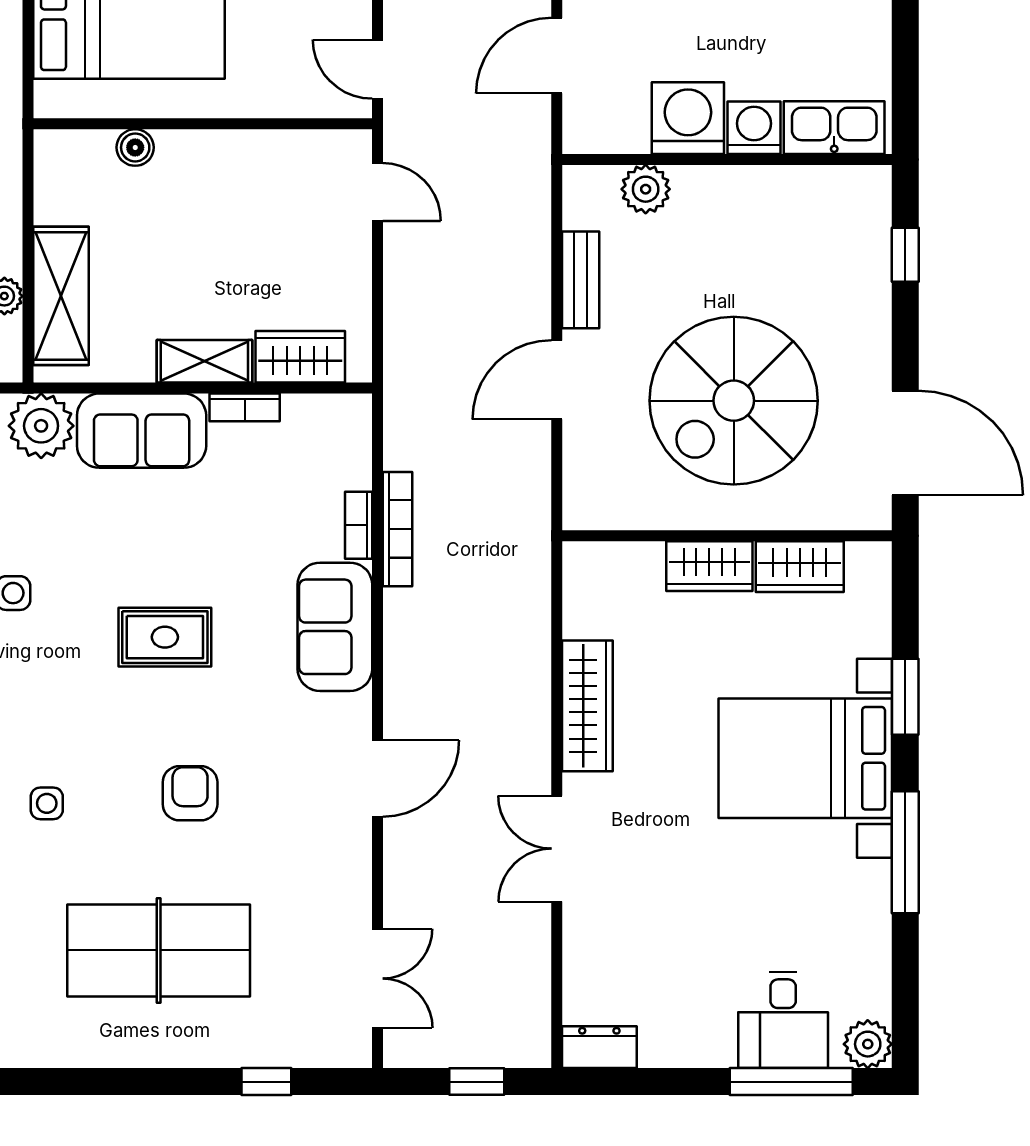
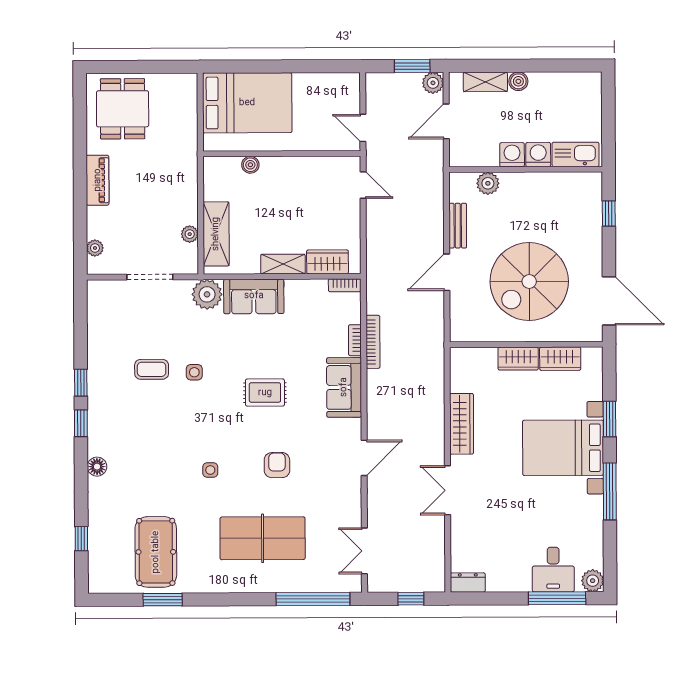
washing machine: (688, 118) -> (512, 155), width x0.73, depth x0.73
bookcase: (245, 407) -> (345, 285), moved
double door: (377, 978) -> (364, 551), swing flipped
window: (266, 1082) -> (313, 599), width x3.17

